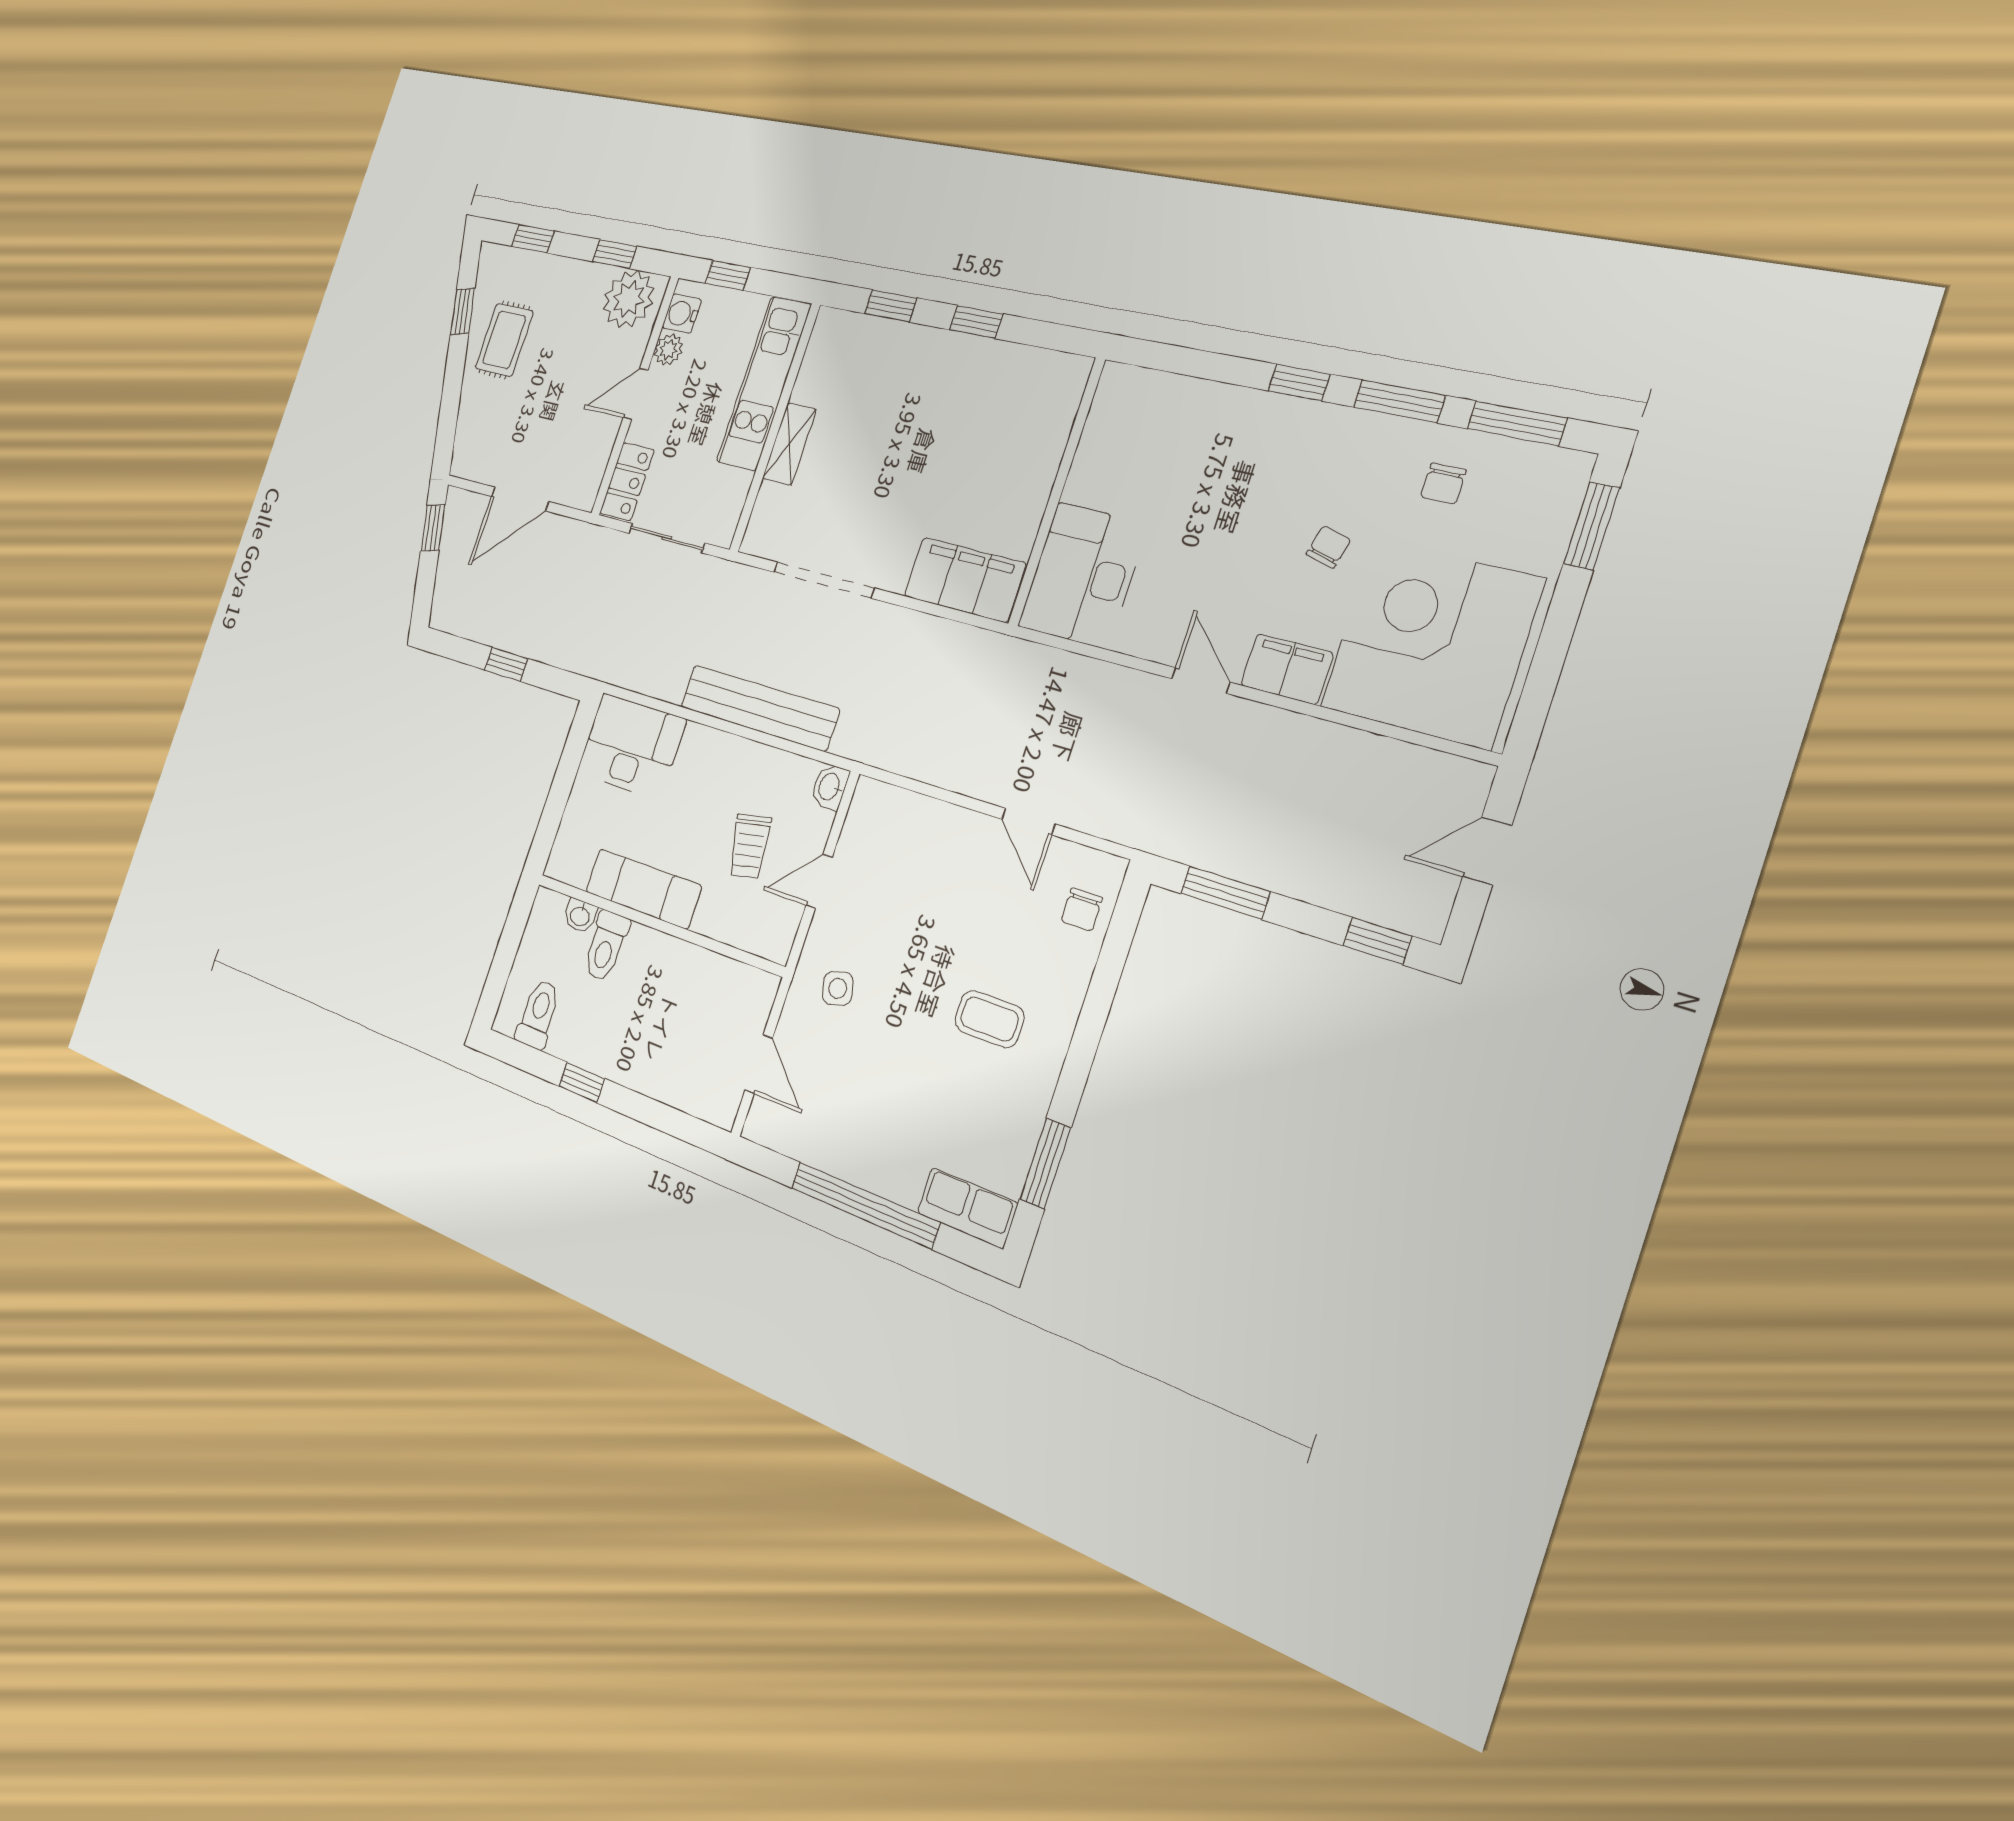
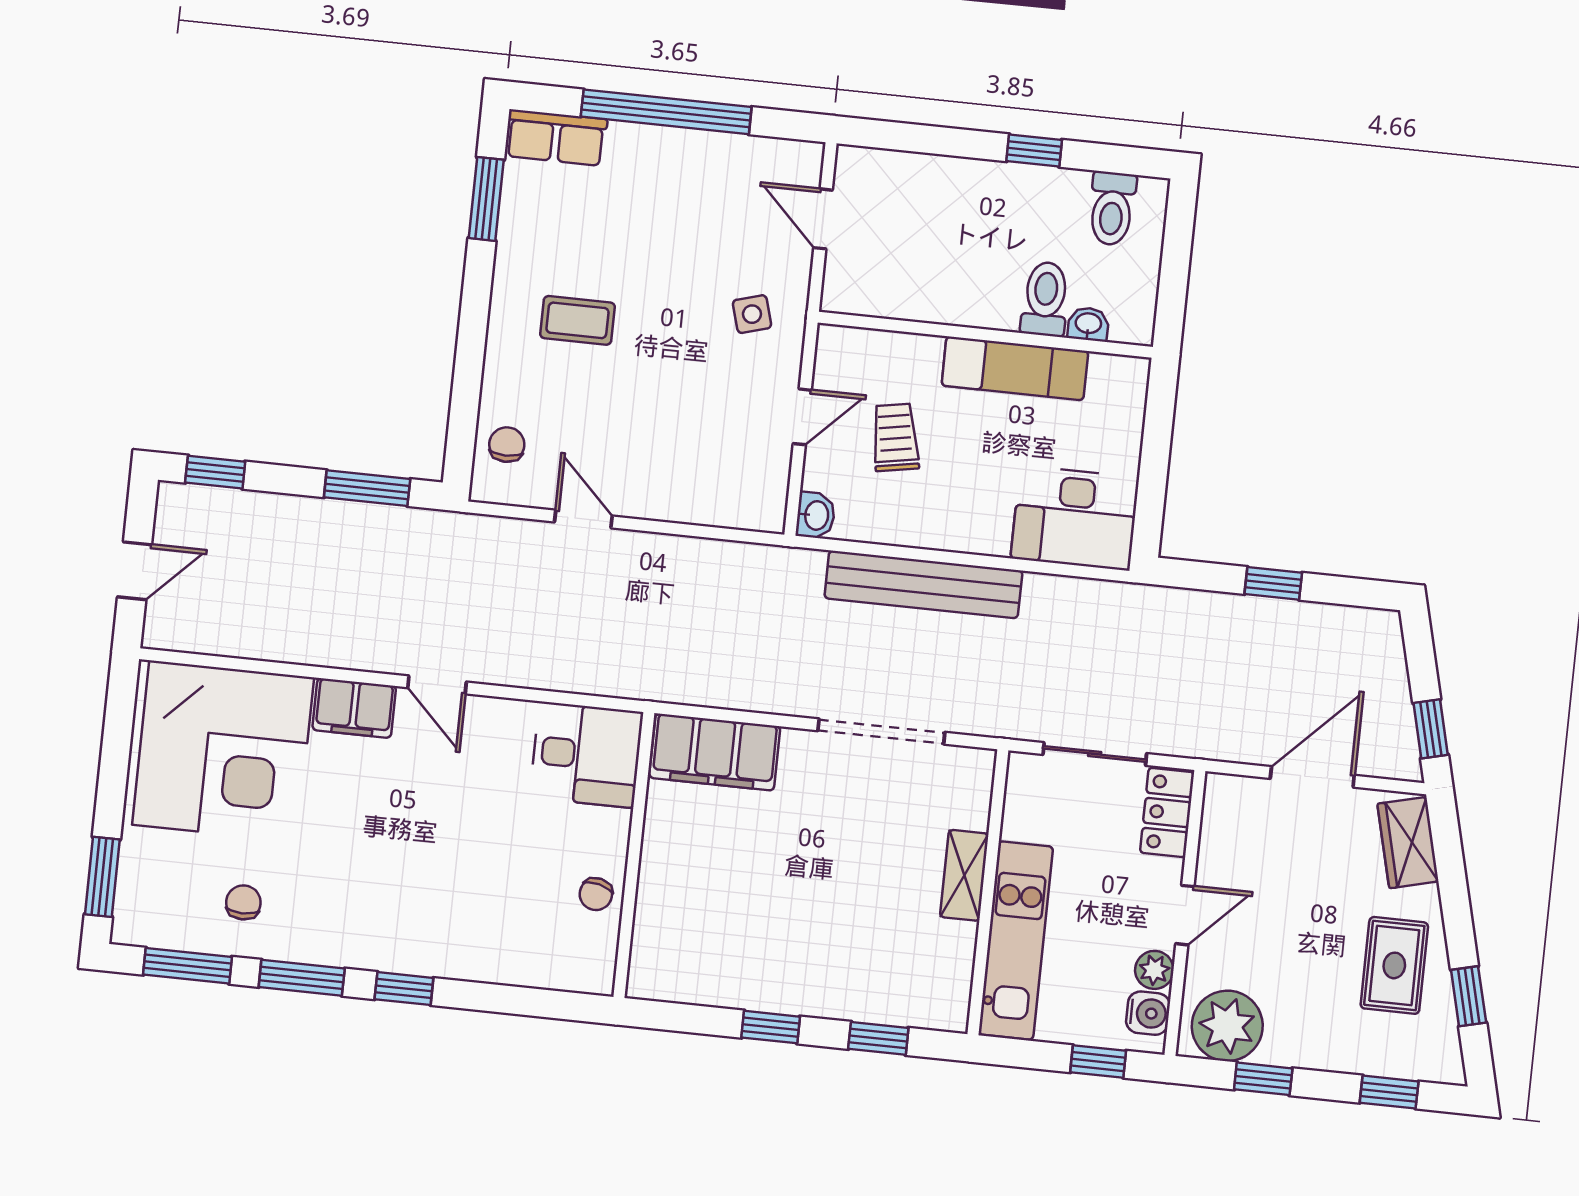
wardrobe: (470, 438) -> (1408, 843), added
chair: (1328, 547) -> (596, 894), moved
desk: (1083, 575) -> (586, 755), width x0.73

